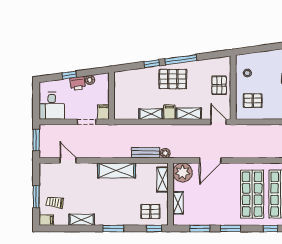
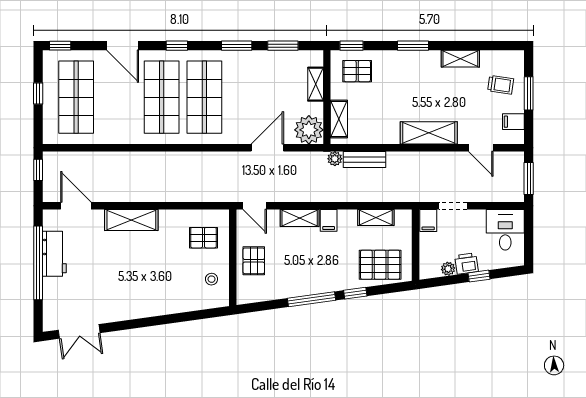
pallet: (173, 79) -> (380, 265), moved
shelving: (151, 114) -> (376, 217), moved
shelving: (117, 170) -> (429, 133), moved
filing cabinet: (46, 220) -> (513, 122), moved

